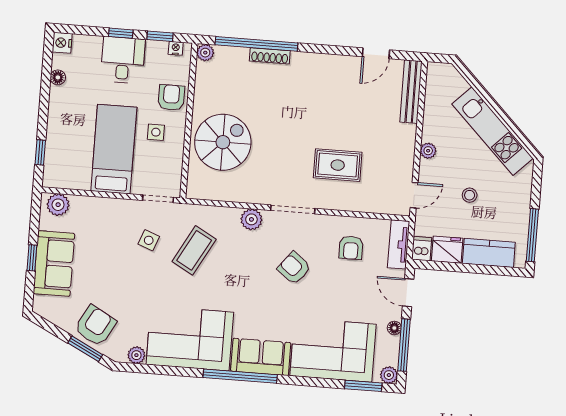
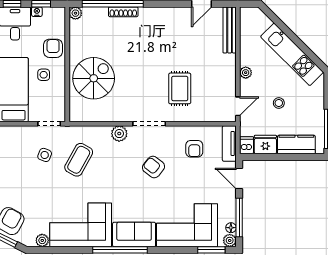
nightstand: (176, 48) -> (37, 12), moved
rug: (338, 165) -> (180, 88), turned 90
floor lamp: (394, 328) -> (231, 228), moved

